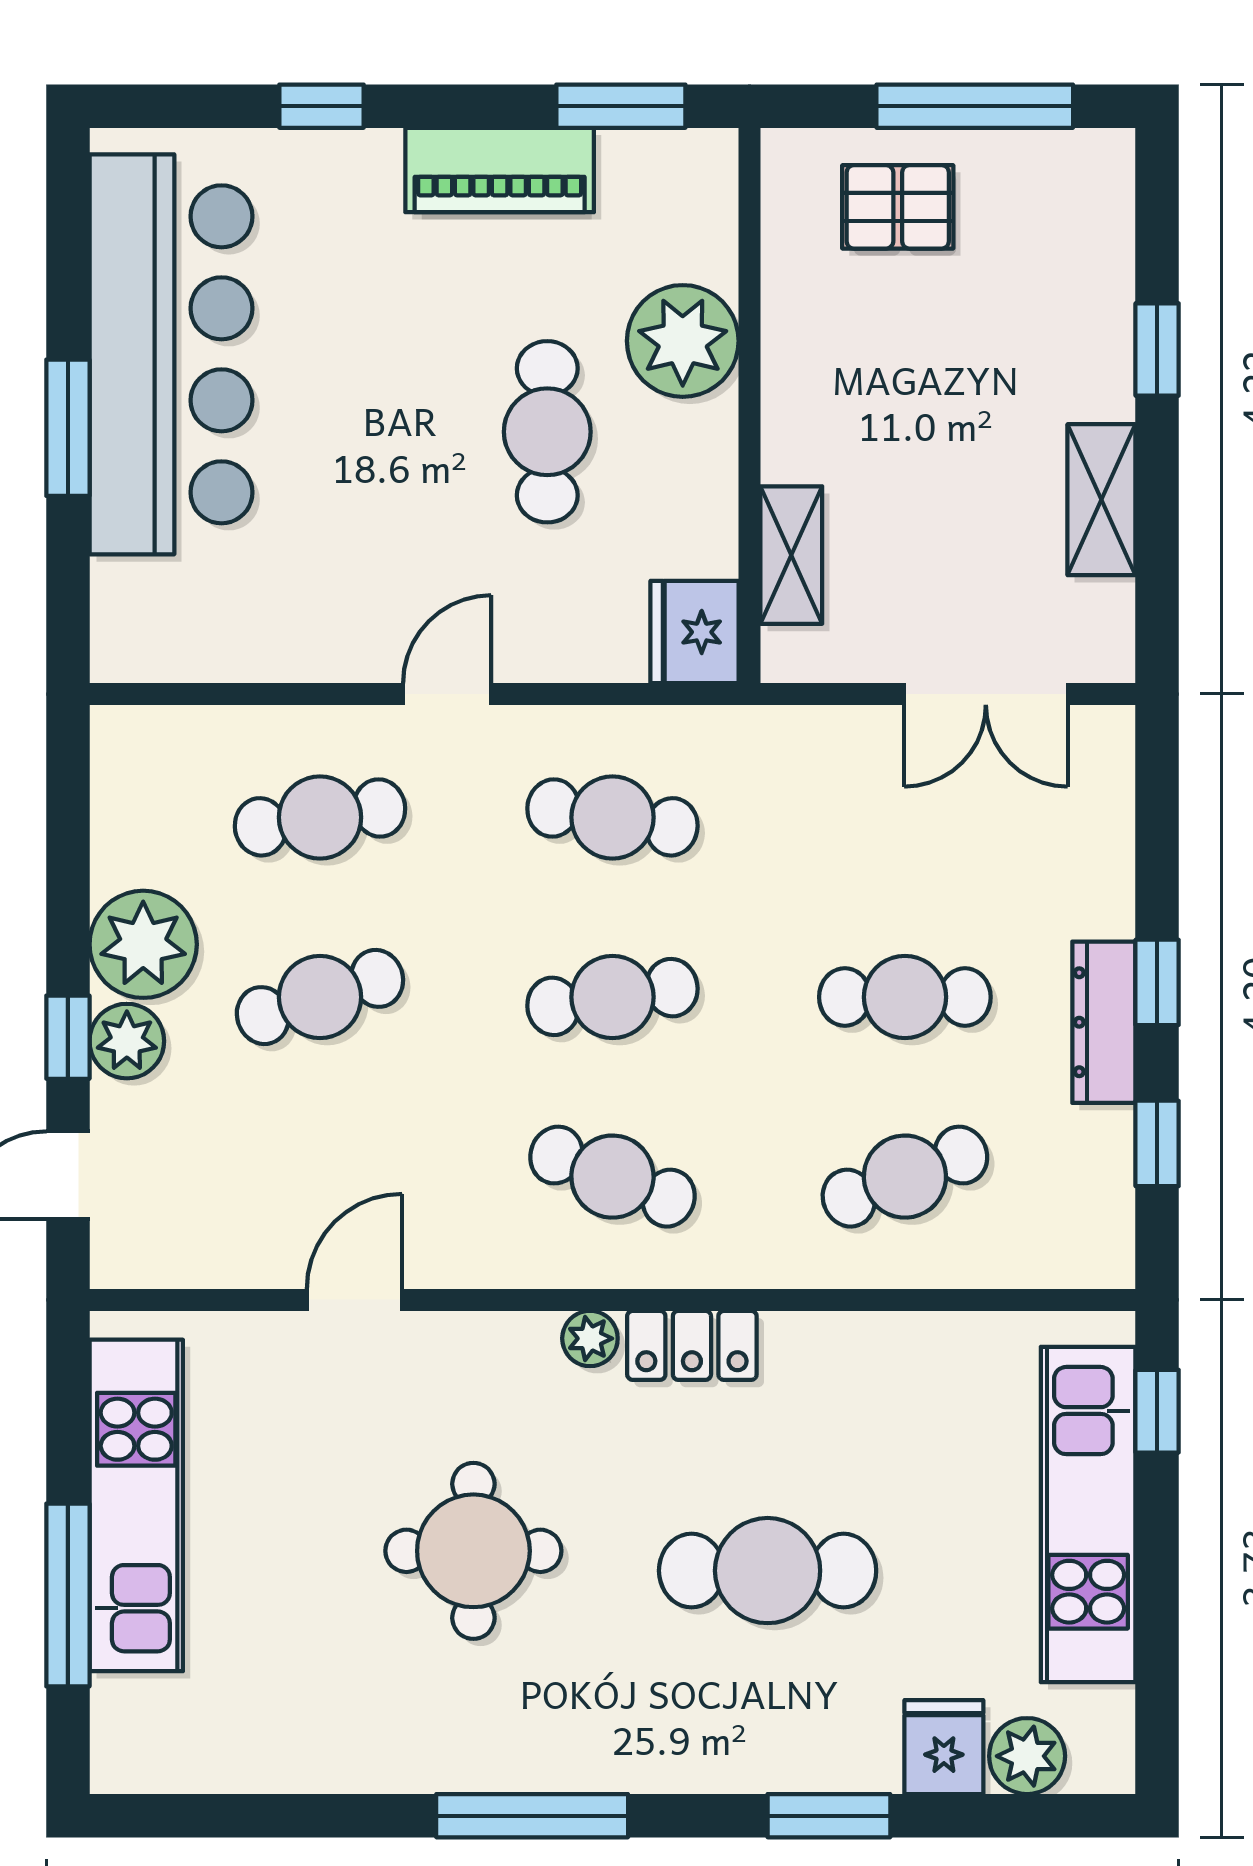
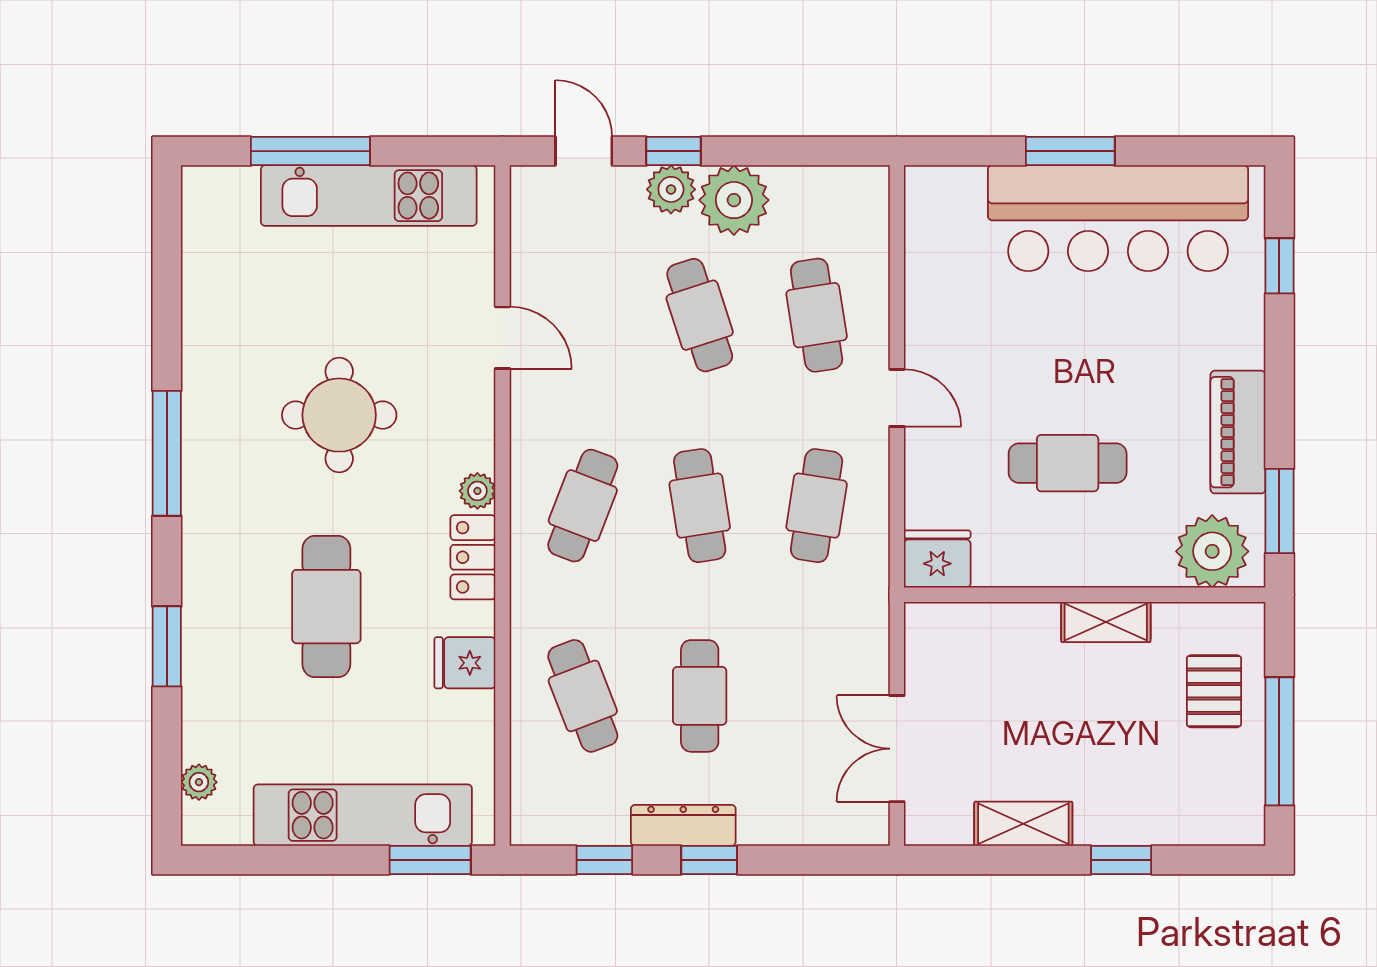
window: (321, 106) -> (1279, 266), moved
plant: (683, 341) -> (1212, 551), moved
shelving: (791, 555) -> (1106, 622), moved
window: (1157, 1411) -> (430, 860), width x1.50
fridge: (944, 1747) -> (465, 663), moved, turned 180
plant: (1027, 1756) -> (199, 782), width x0.73, depth x0.73

